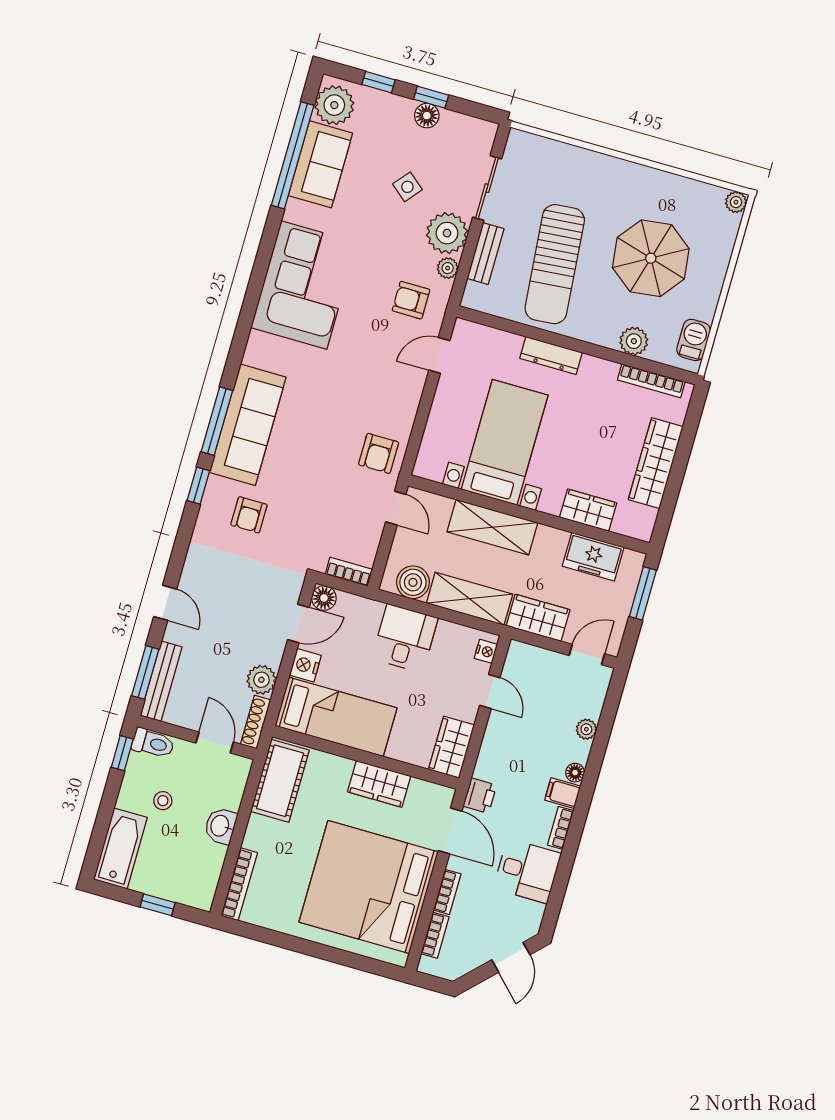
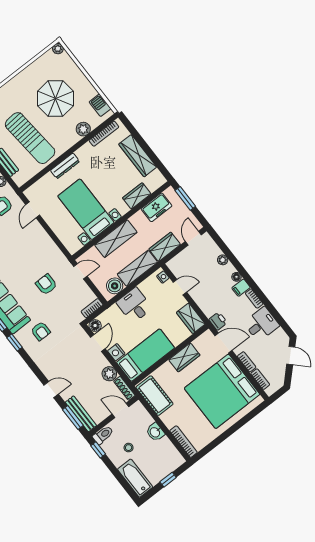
armchair: (379, 453) -> (46, 284), moved, turned 180

